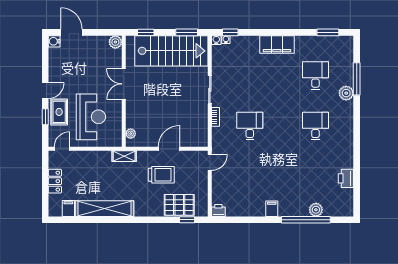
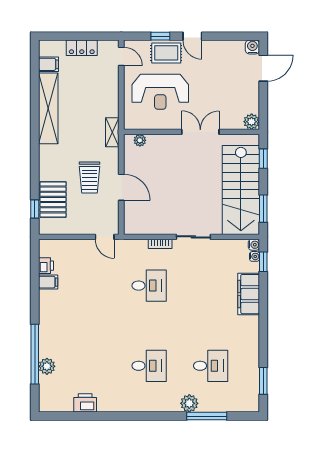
filing cabinet: (277, 44) -> (249, 294), moved
filing cabinet: (272, 209) -> (48, 282), moved
printer: (218, 210) -> (46, 266), moved

